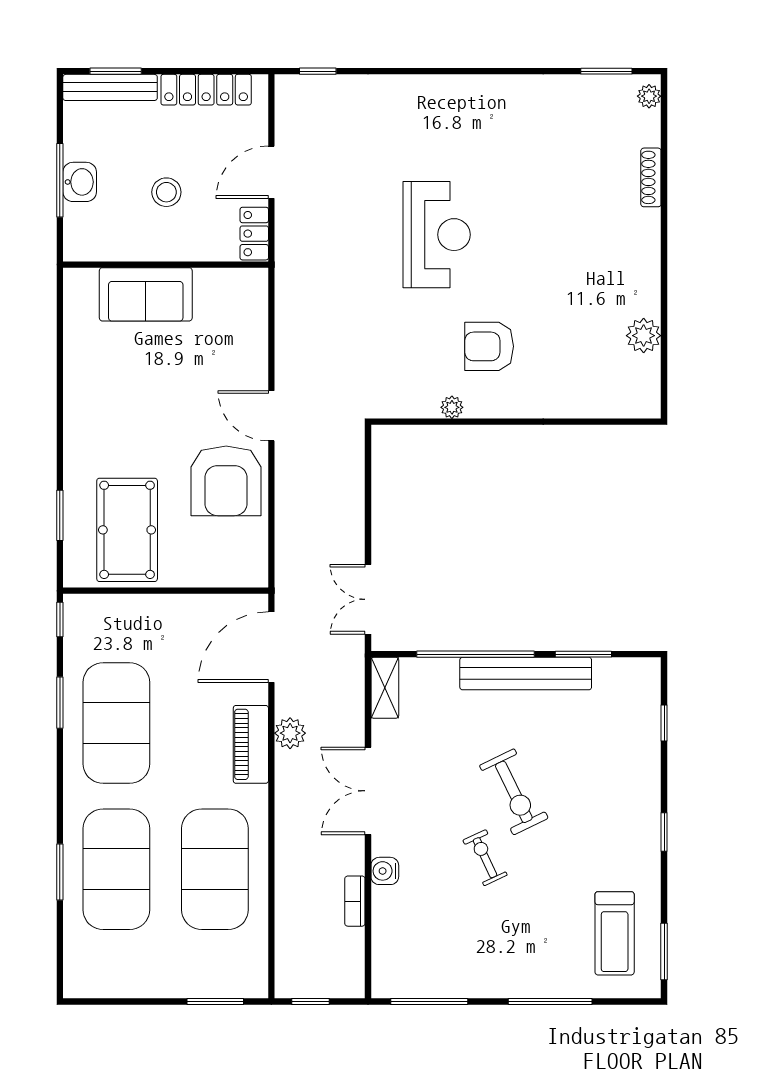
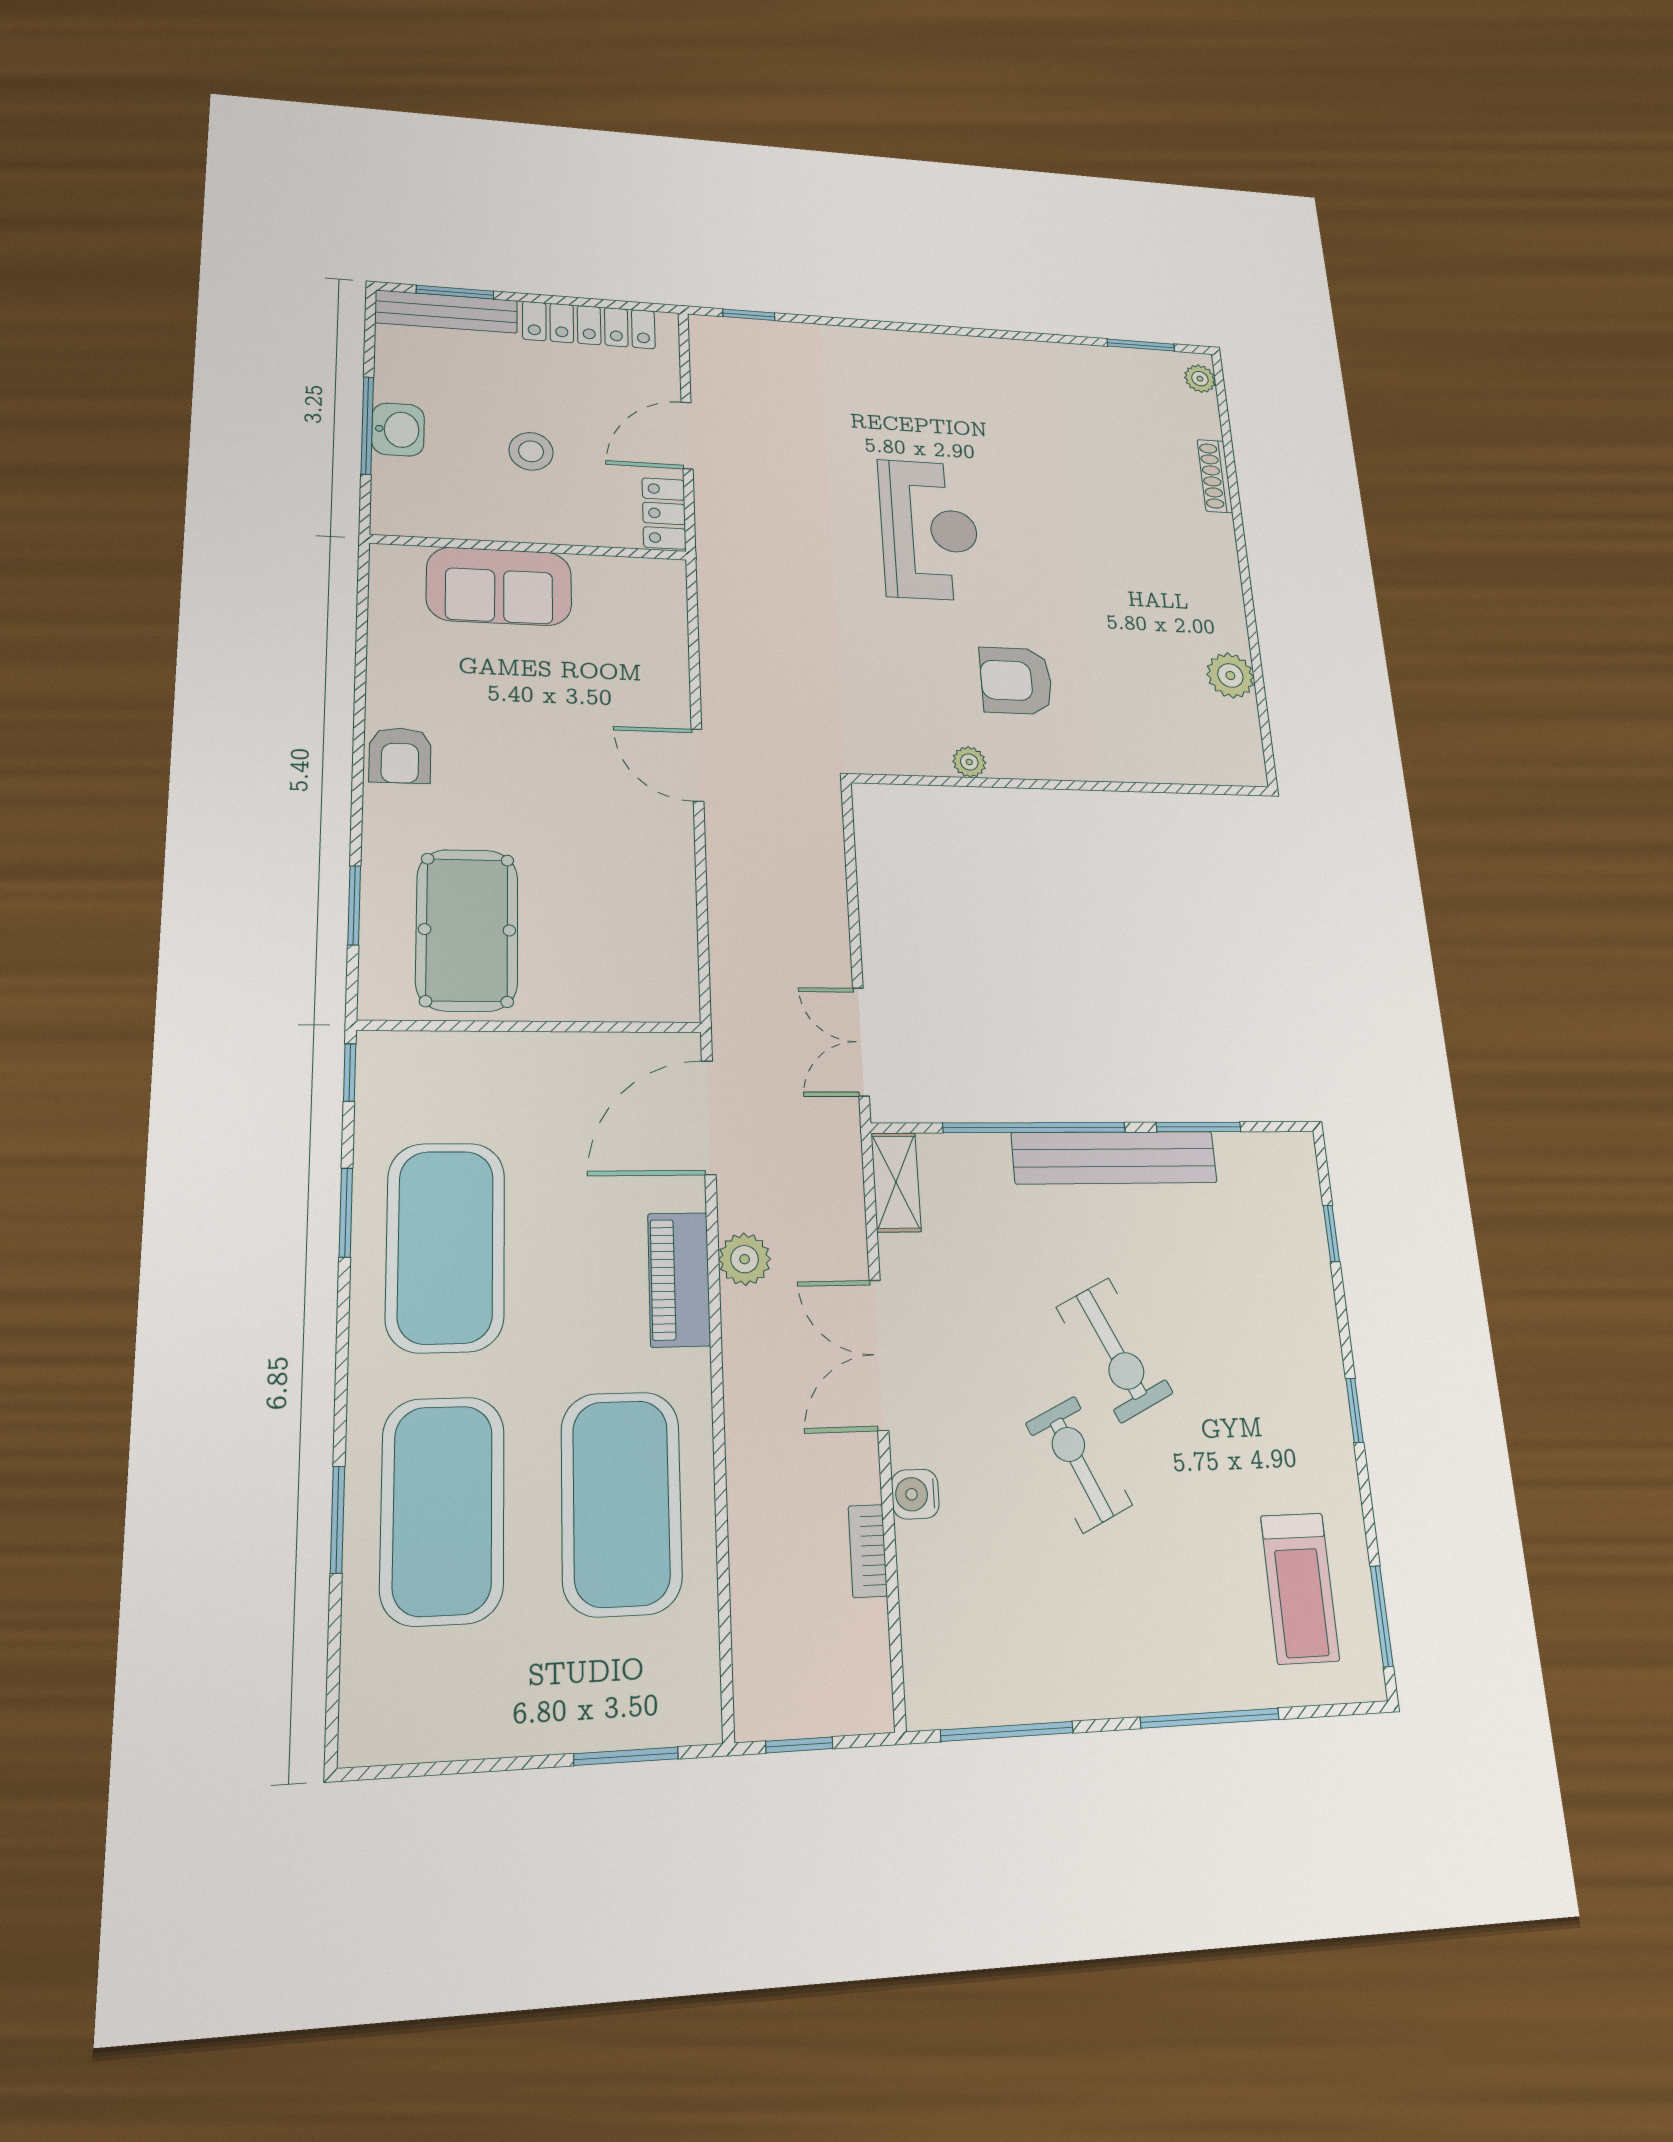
armchair: (226, 481) -> (400, 755), moved, width x0.53, depth x0.53
exercise bike: (485, 858) -> (1079, 1464), width x1.38, depth x1.39

